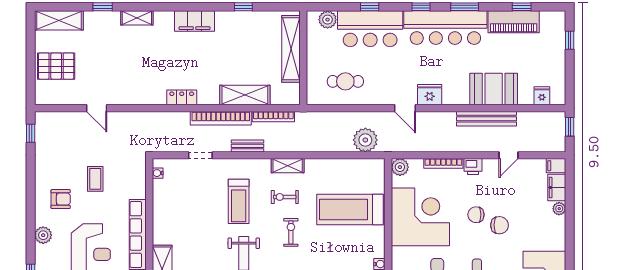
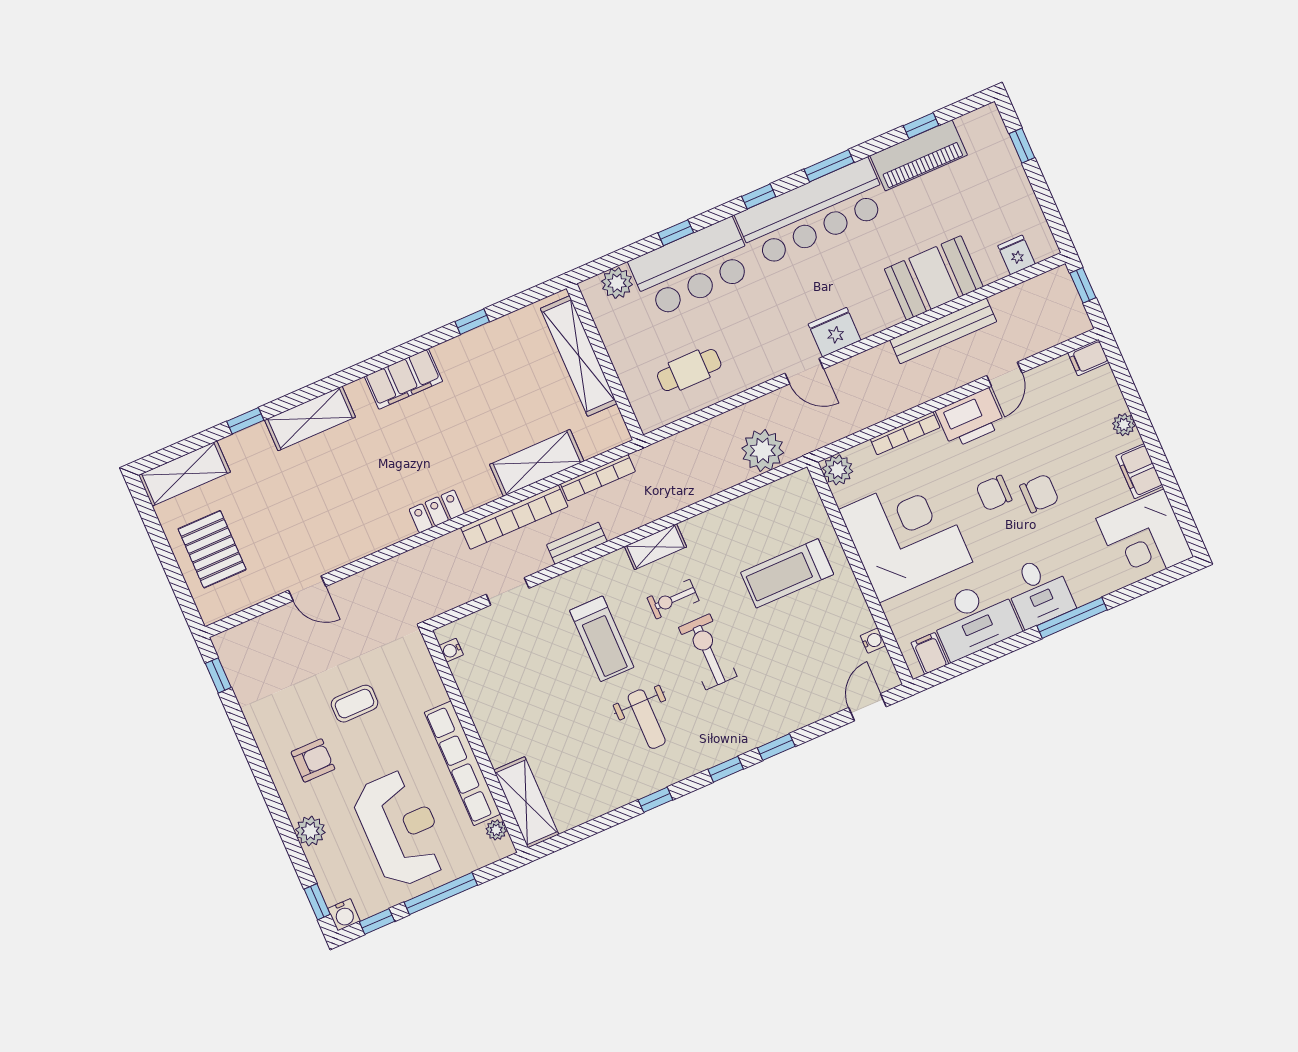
shelving: (137, 18) -> (310, 418), width x1.50, depth x1.33
pallet: (56, 66) -> (212, 549), turned 90
printer: (473, 166) -> (970, 418), width x1.87, depth x1.48
coffee table: (95, 179) -> (355, 704), turned 90
filing cabinet: (557, 188) -> (1139, 471), moved
treadmill: (350, 209) -> (787, 573), width x0.73, depth x0.73
exercise bike: (291, 232) -> (708, 652), width x1.38, depth x1.39

